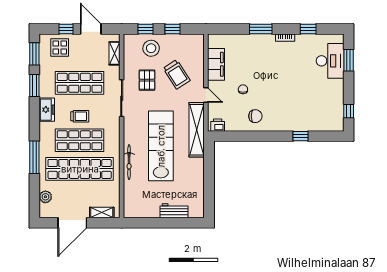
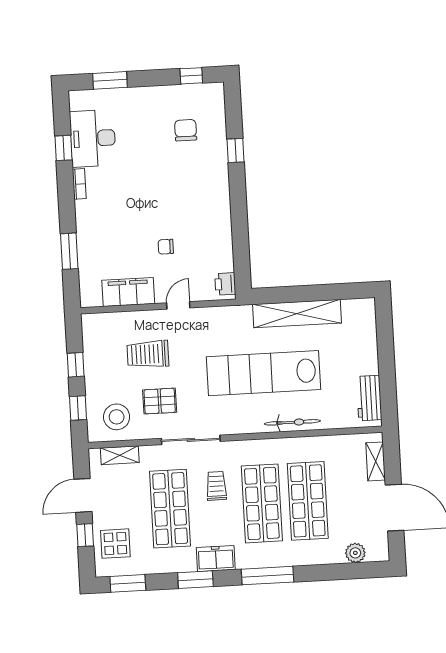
window: (261, 29) -> (69, 251), moved
stool: (151, 48) -> (117, 417), moved
desk: (330, 61) -> (93, 138), moved, turned -90
trolley: (177, 74) -> (148, 354), turned -147
window: (34, 86) -> (195, 580), moved
trolley: (80, 116) -> (216, 486), moved
chair: (255, 116) -> (186, 130), moved
shelving: (197, 130) -> (297, 314), moved
window: (34, 157) -> (268, 576), moved
shop shelf: (80, 169) -> (308, 501), width x0.71
workbench: (174, 211) -> (369, 398), moved

